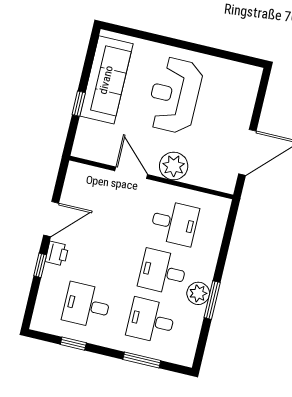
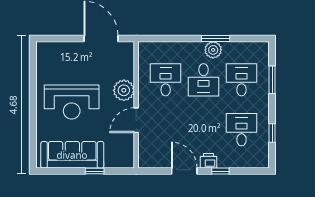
desk: (87, 305) -> (241, 130), turned 180
desk: (151, 321) -> (241, 80), turned 180

